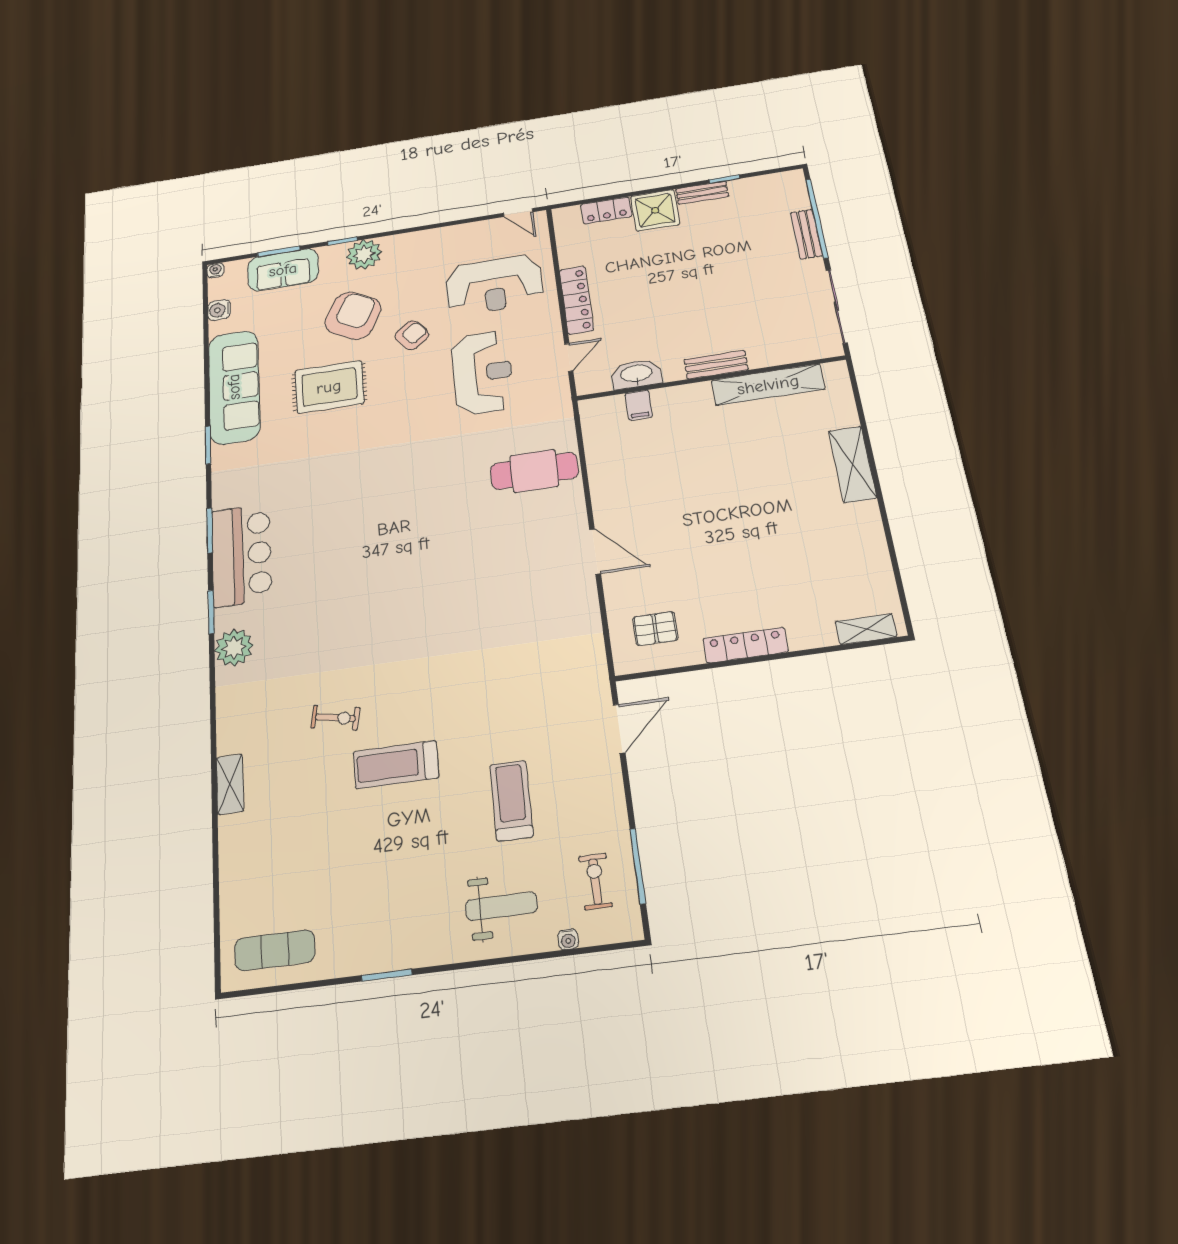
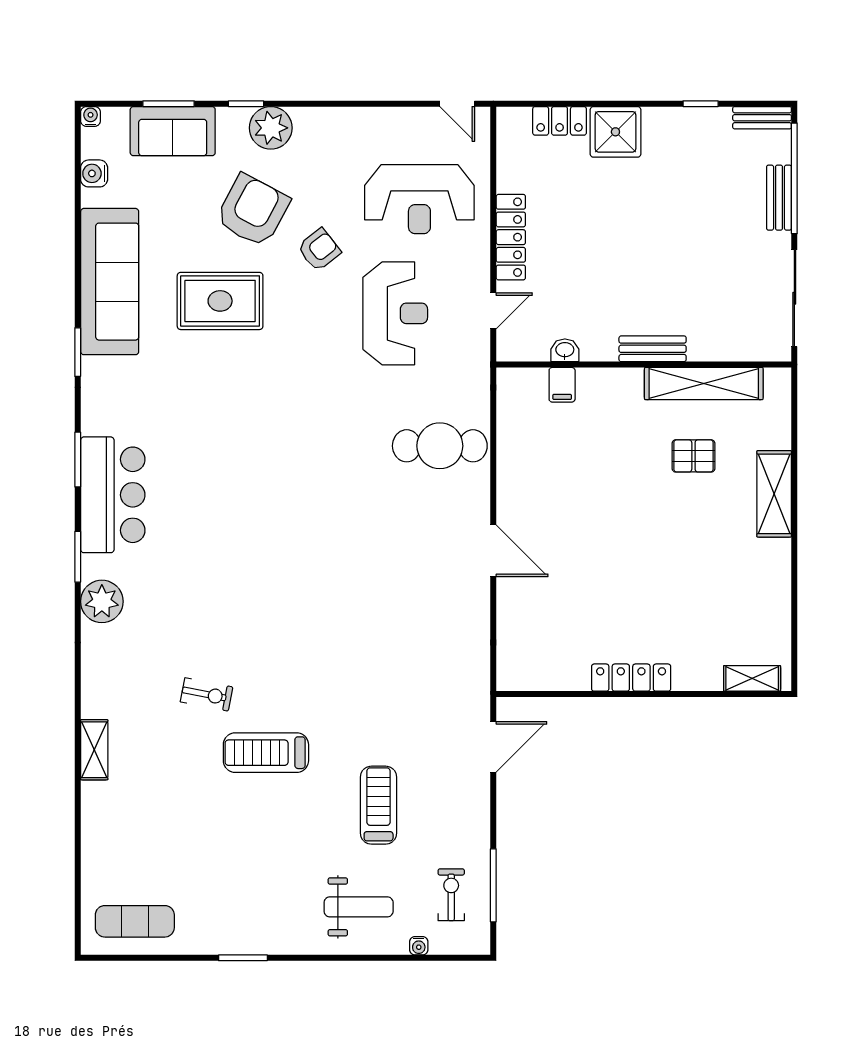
bench: (702, 193) -> (762, 118), moved
washbasin: (636, 374) -> (565, 350), width x0.52, depth x0.69
pallet: (655, 629) -> (693, 456), moved

